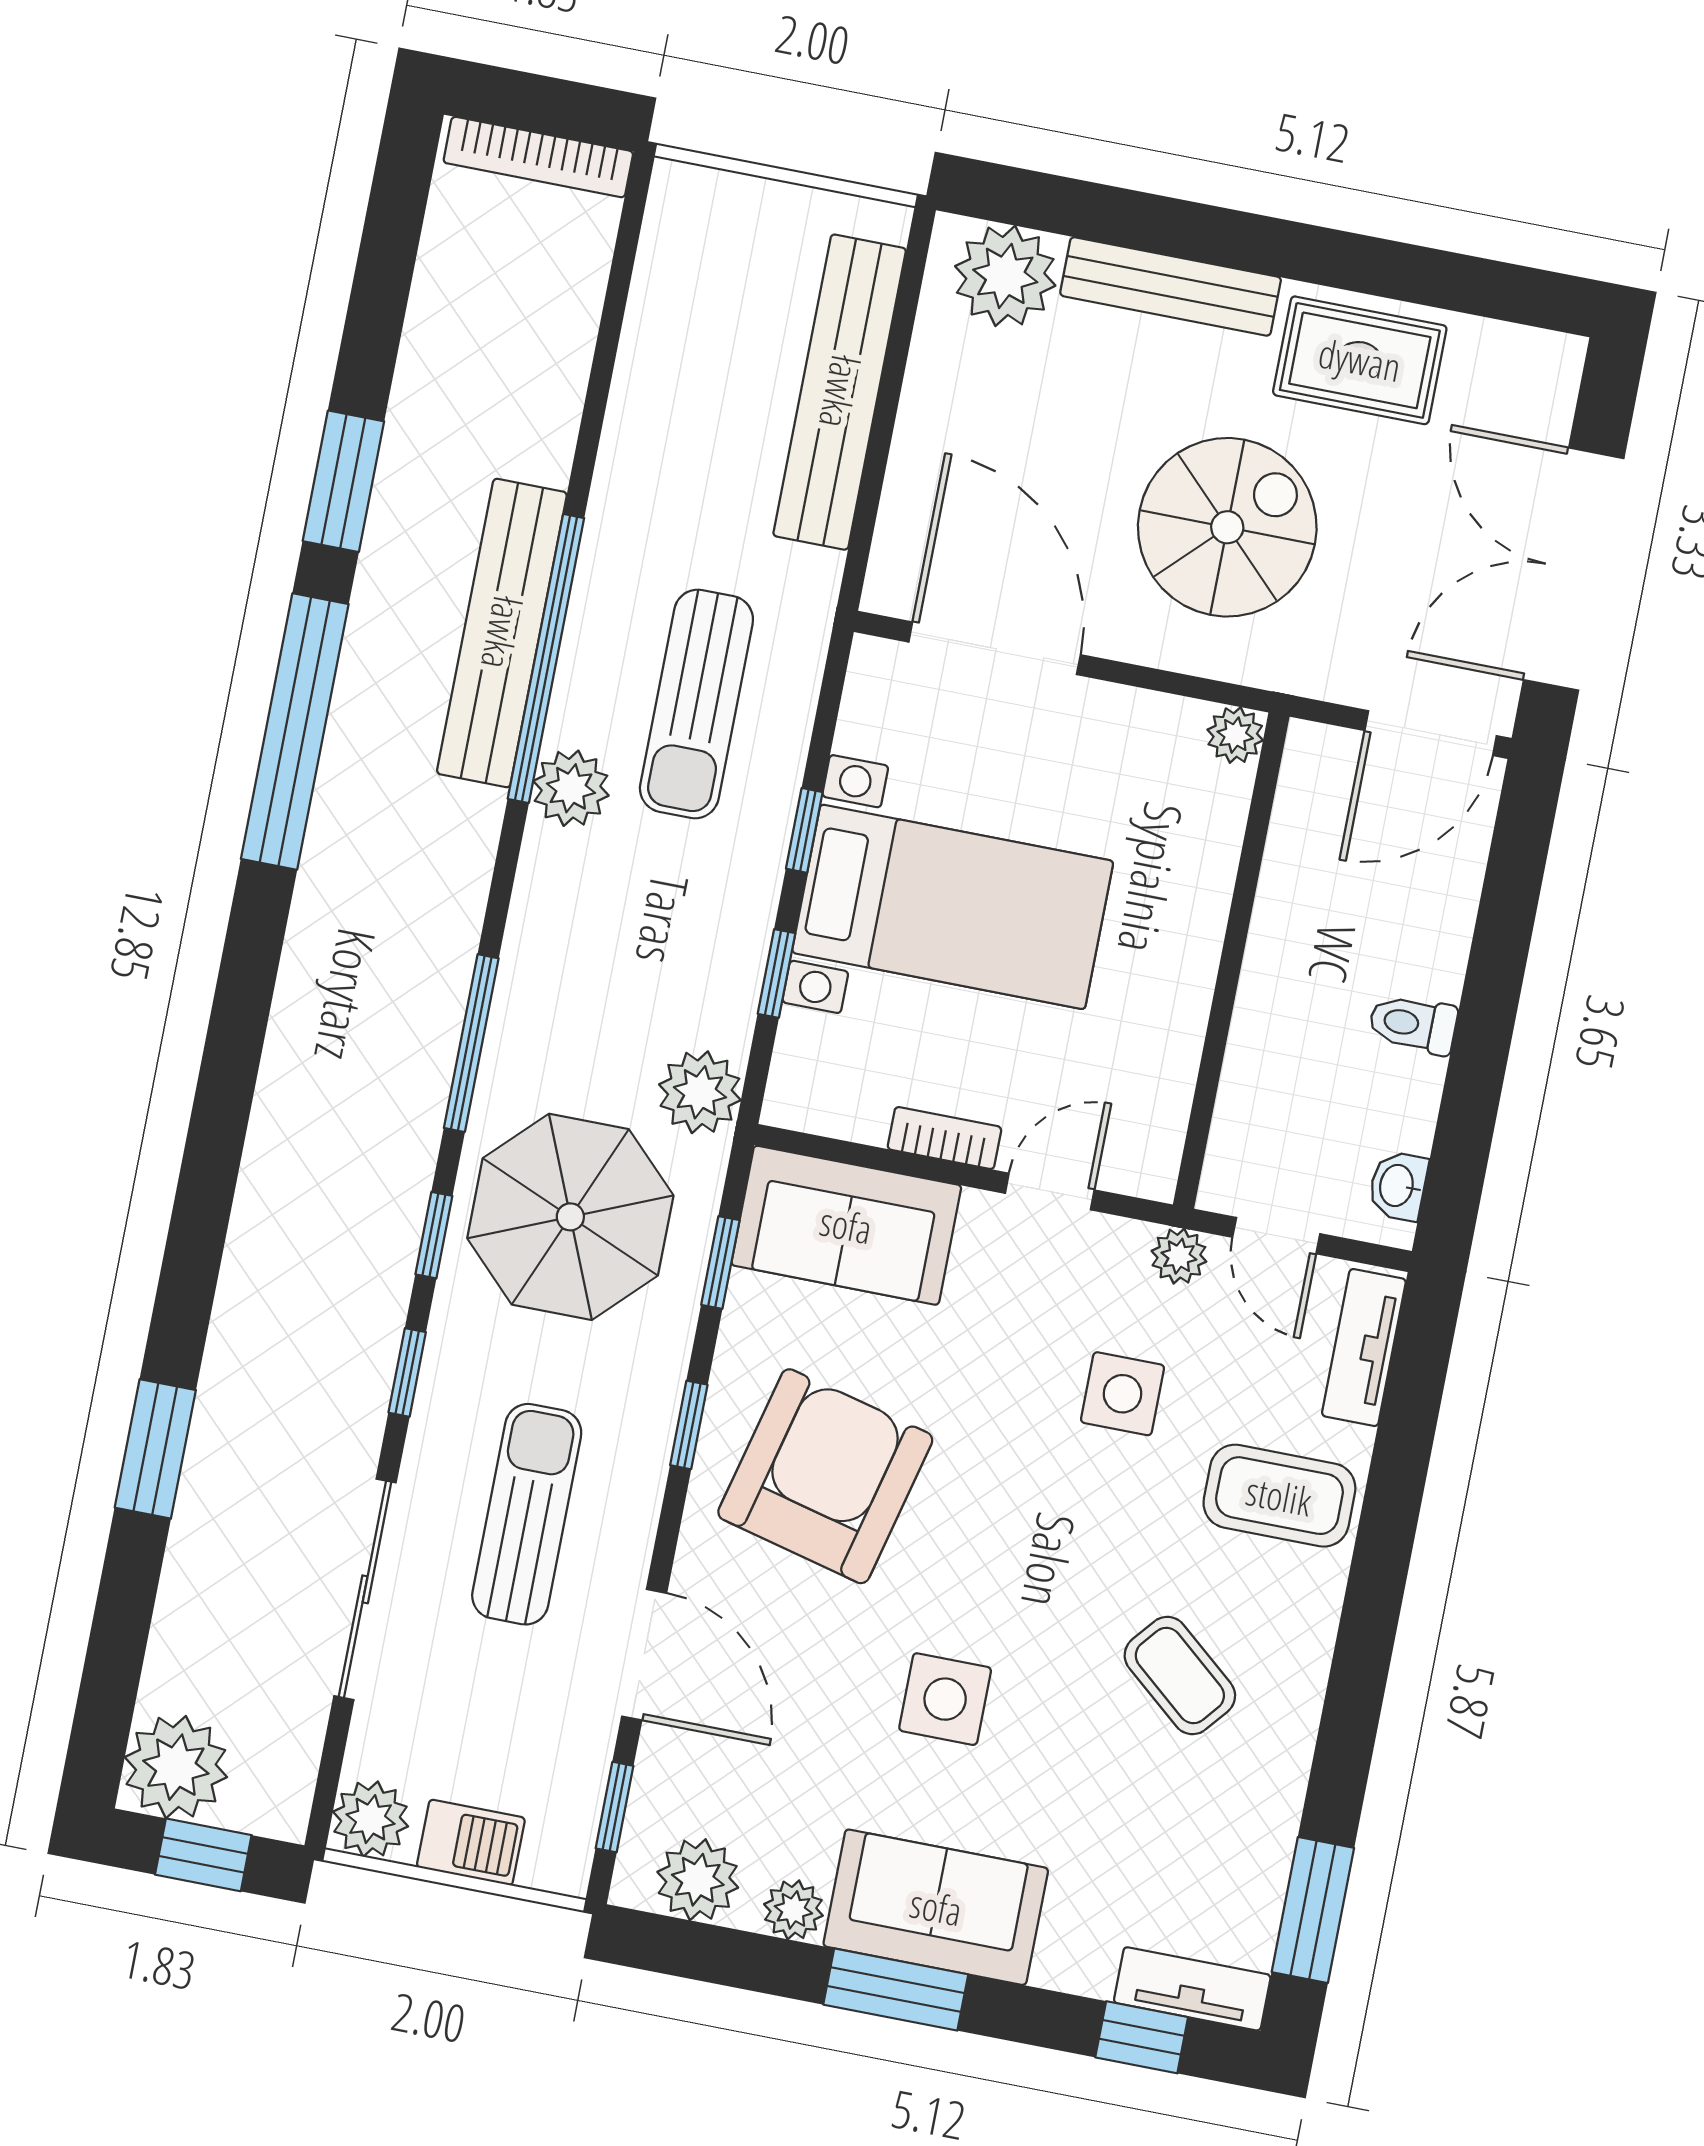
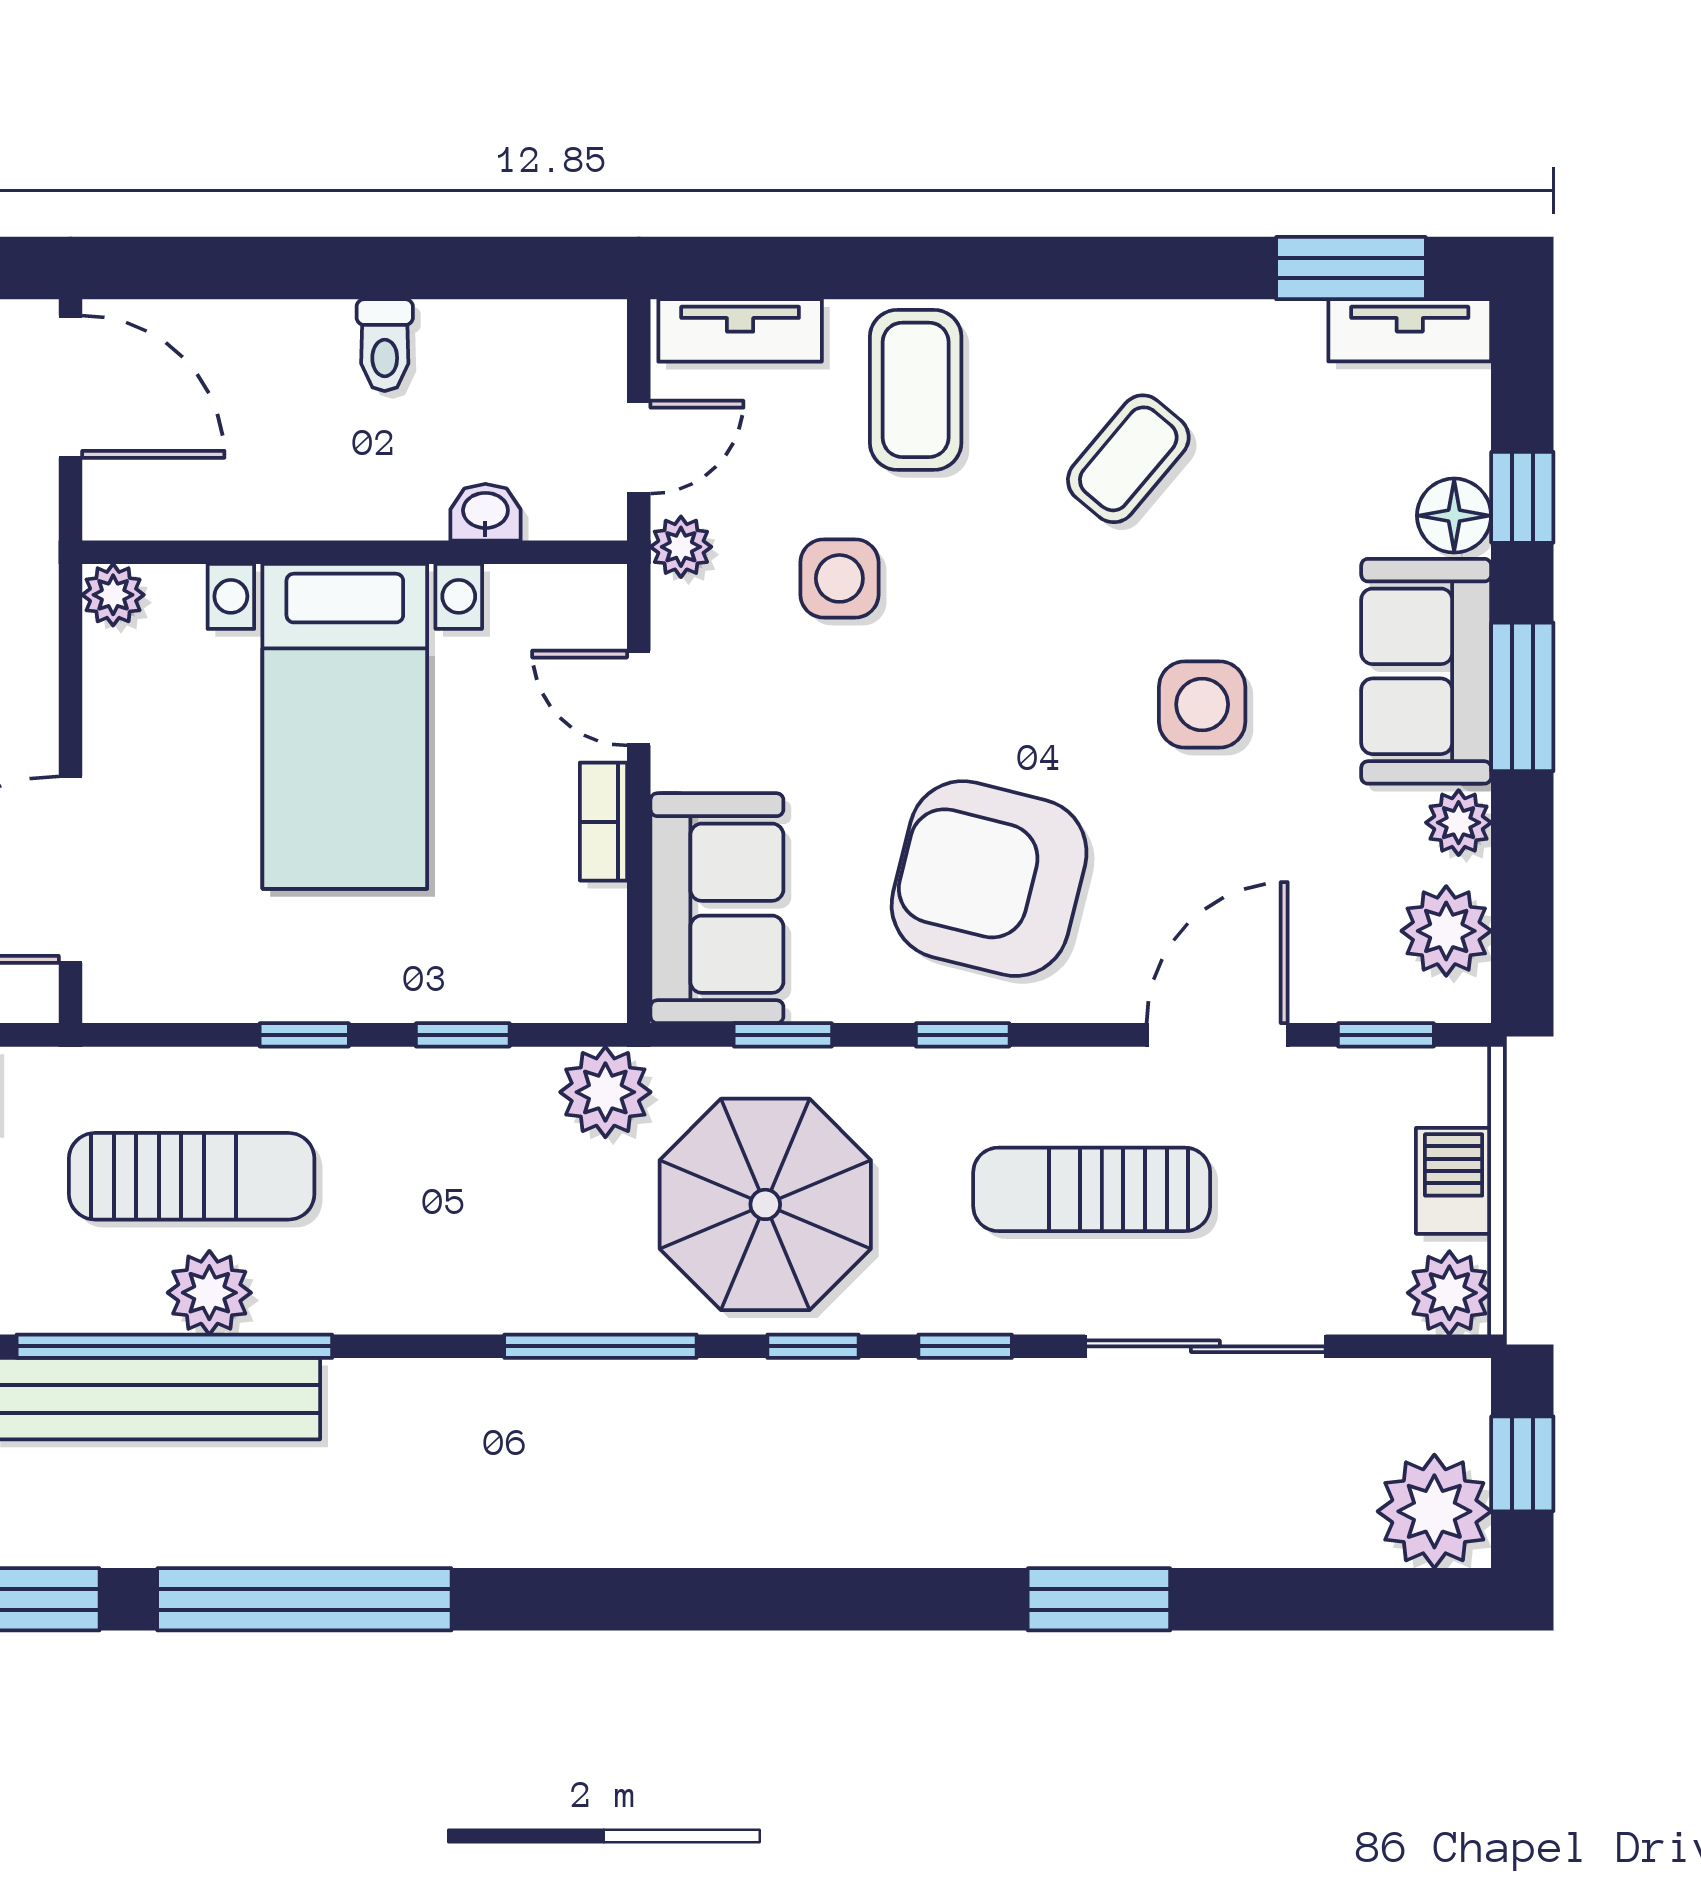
plant: (571, 788) -> (209, 1293), moved
bed with nightstands: (953, 907) -> (345, 726), moved, turned 180
washbasin: (1398, 1186) -> (485, 512), moved, turned 180
floor lamp: (1071, 1960) -> (1454, 516), added
tv unit: (1192, 1989) -> (1410, 330), moved, turned -90
window: (1142, 2037) -> (1522, 497), moved

